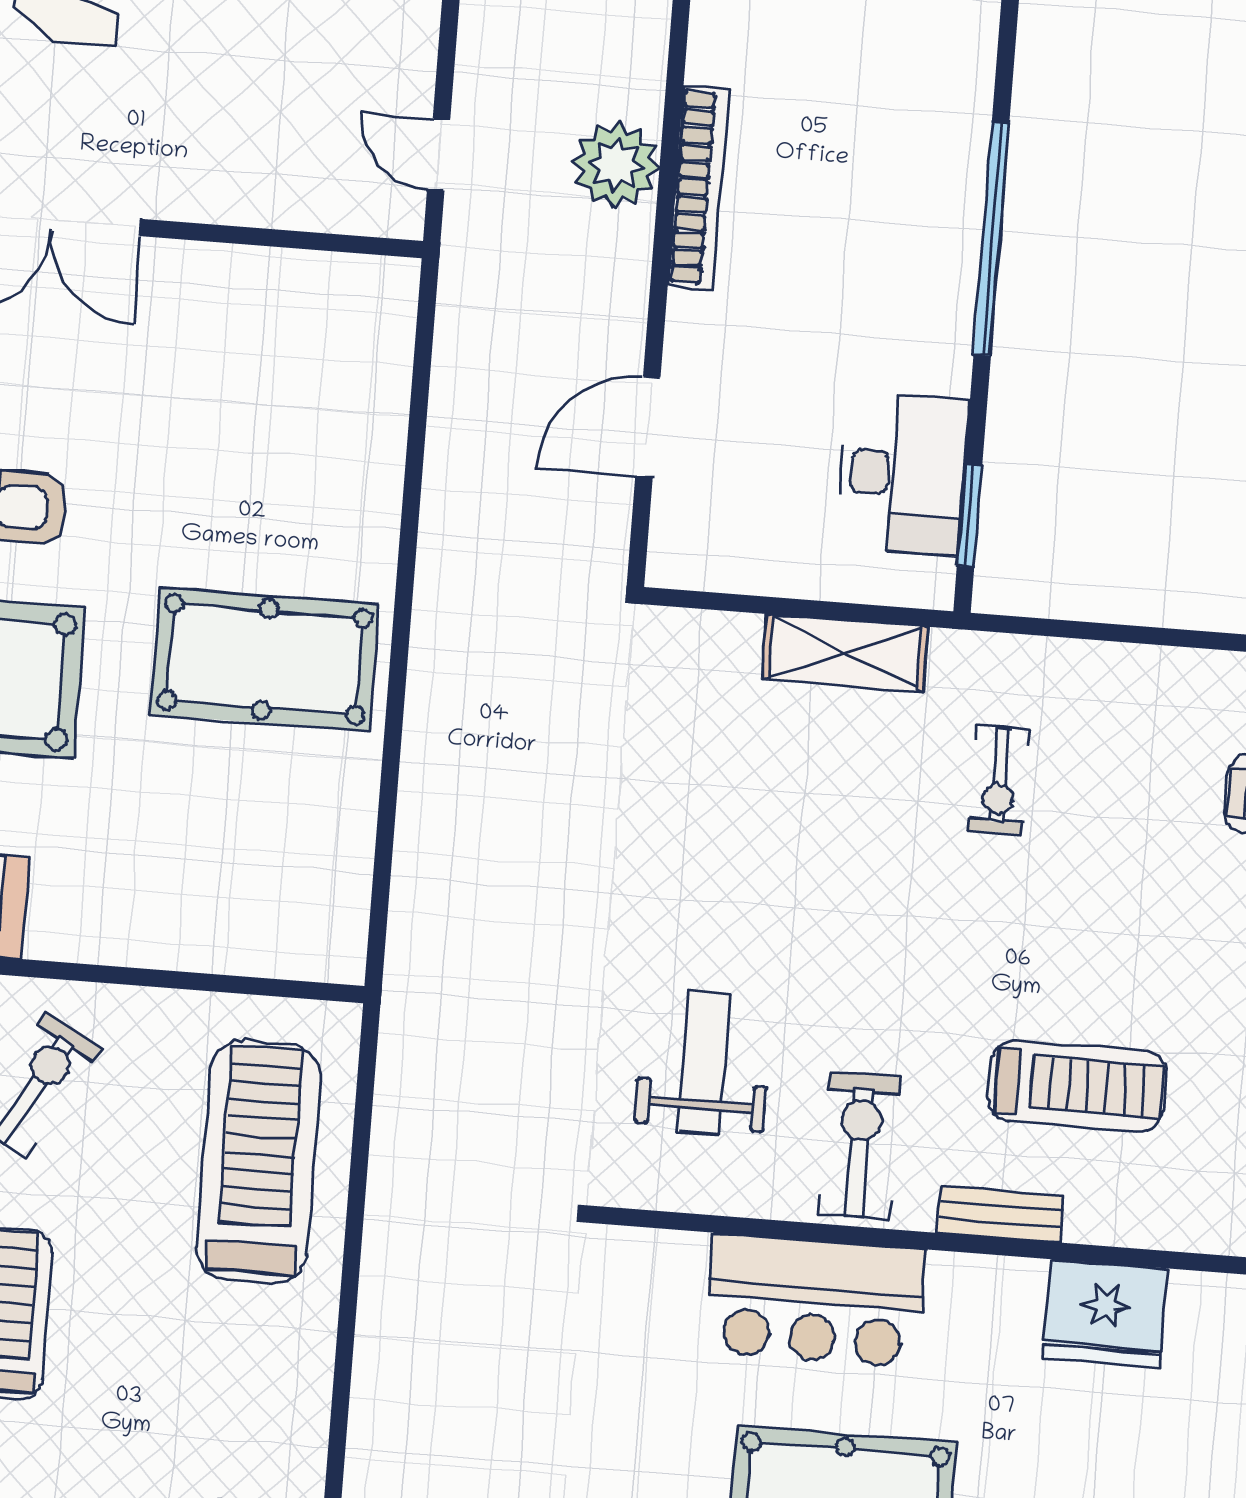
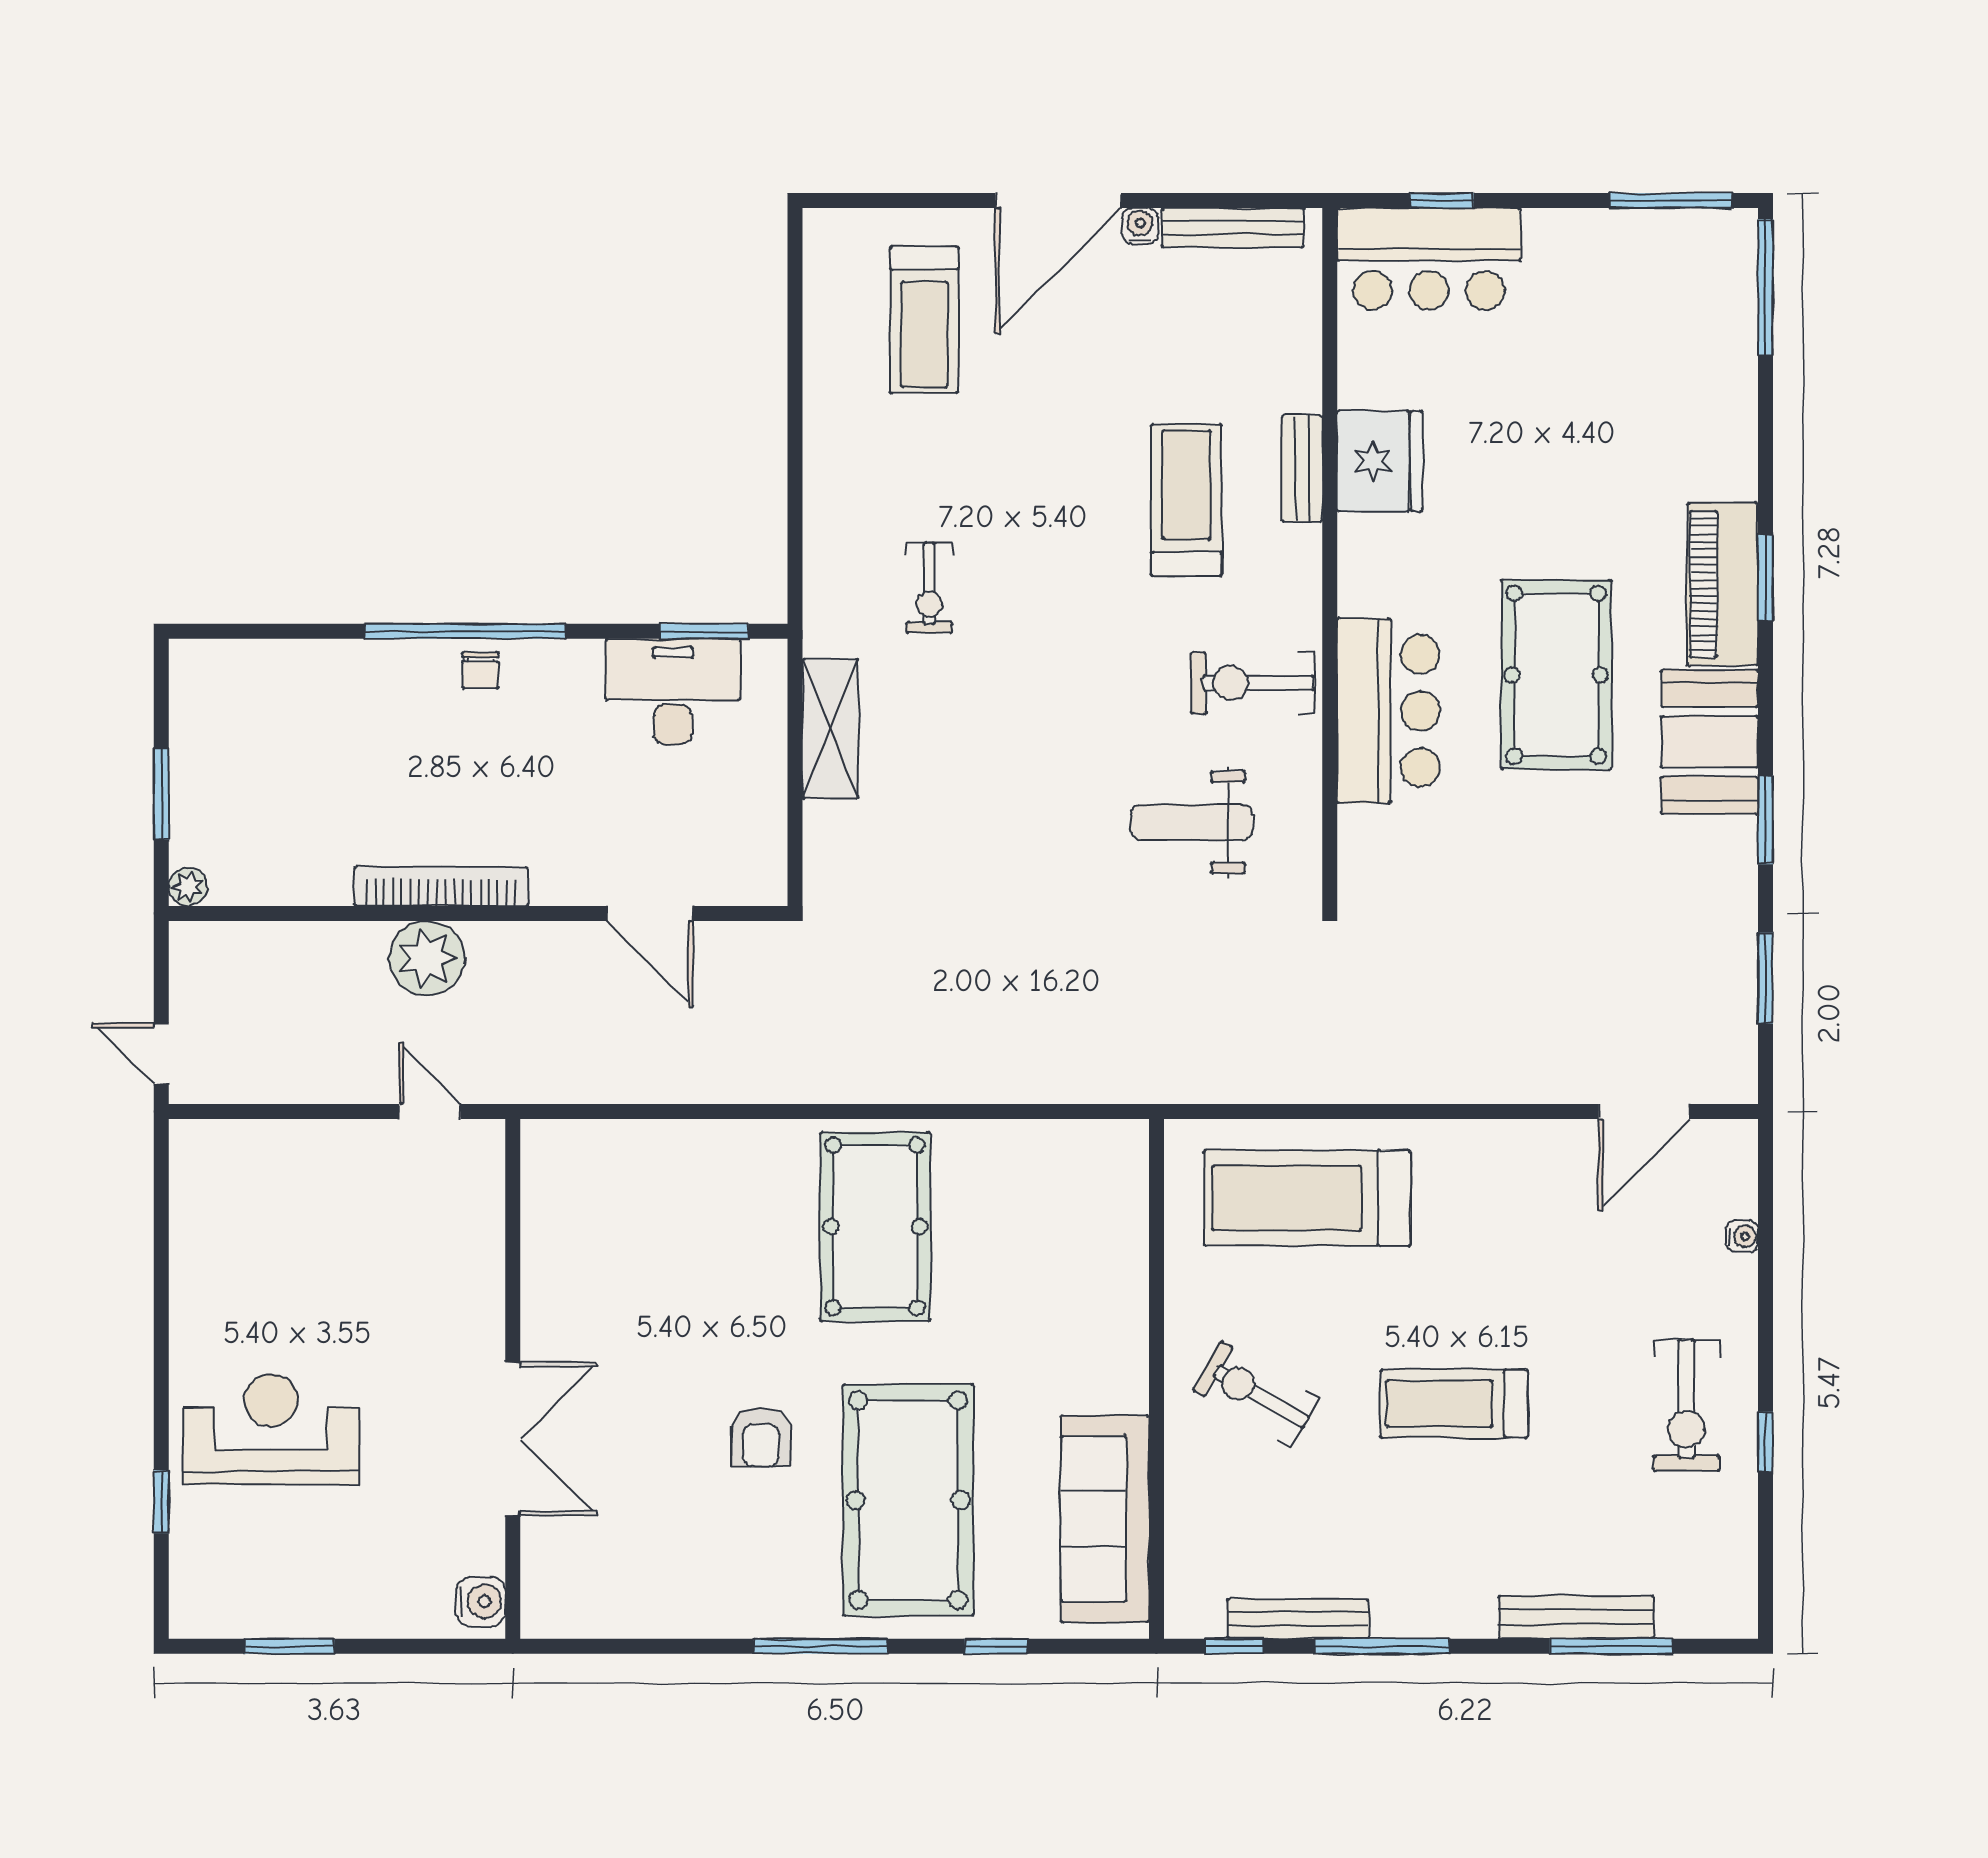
door: (439, 154) -> (430, 1111), swing flipped
chair: (945, 253) -> (480, 670), added
exercise bike: (999, 780) -> (929, 588), turned 90
bench: (1000, 1214) -> (1302, 469), moved

